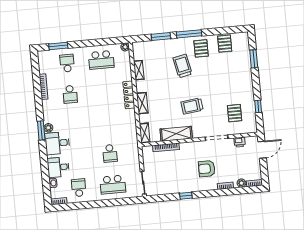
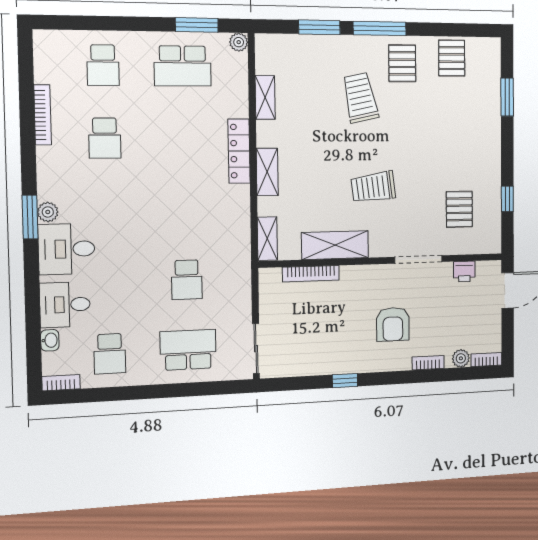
window: (58, 46) -> (197, 25), moved
school desk: (67, 63) -> (103, 65), turned 180
armchair: (207, 169) -> (393, 324), turned -90
school desk: (113, 185) -> (188, 350), turned 180
school desk: (79, 188) -> (110, 354), turned 180

